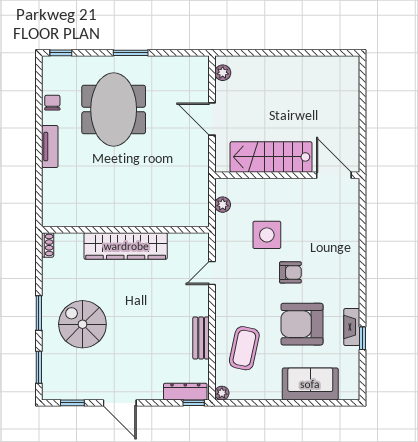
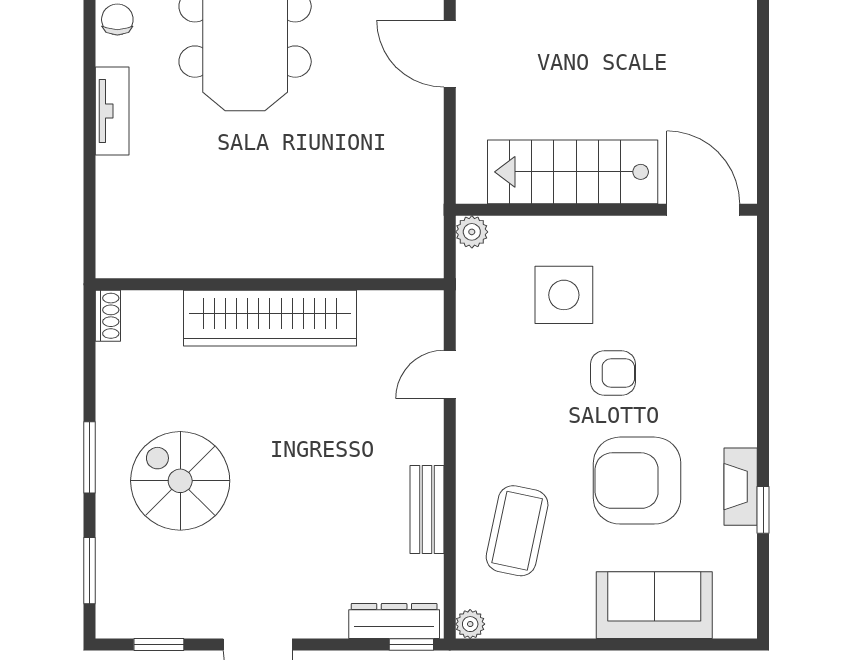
stairs: (271, 157) -> (573, 172), moved
wall: (287, 175) -> (606, 210), moved
door: (334, 175) -> (703, 210), moved

